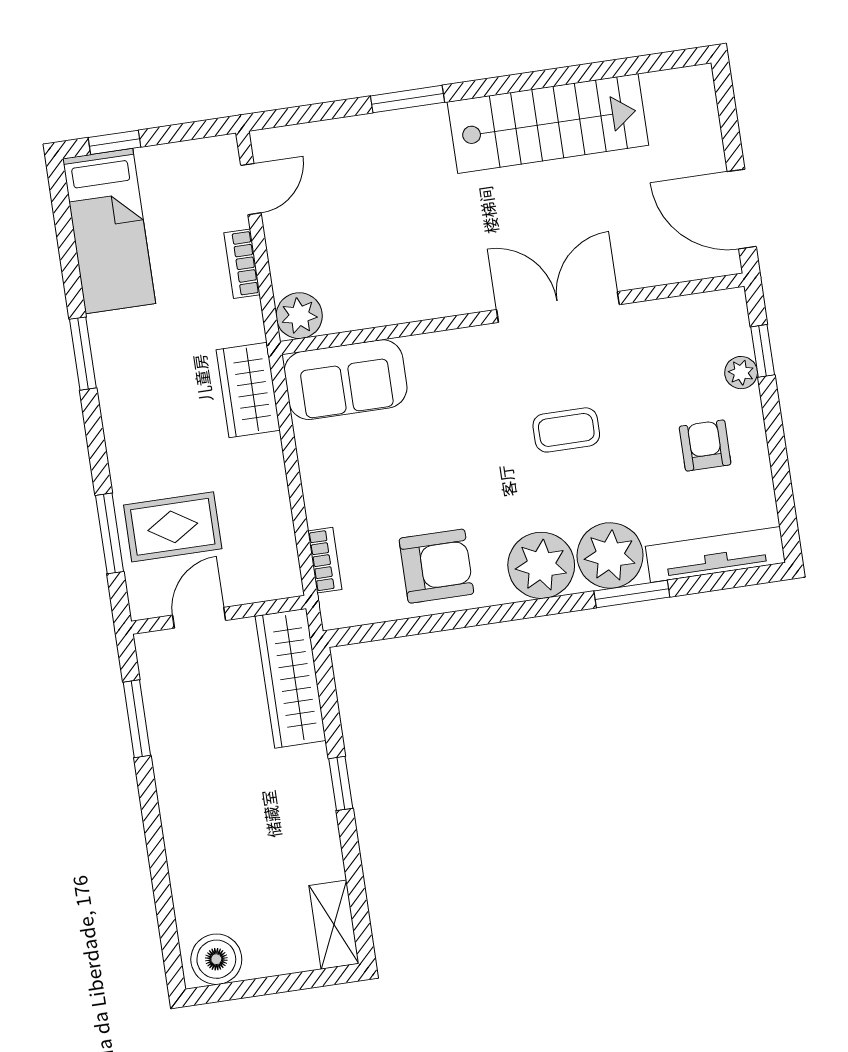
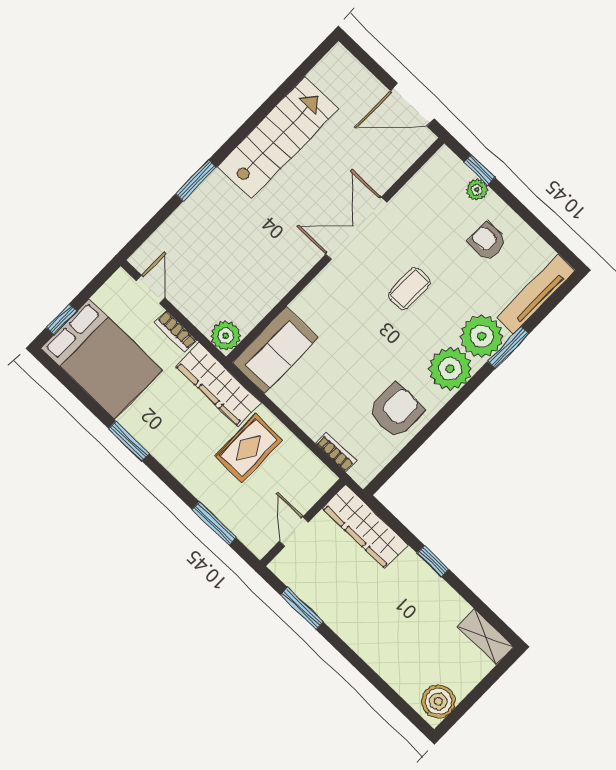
bed: (109, 231) -> (102, 359), width x1.50
wardrobe: (248, 390) -> (218, 384), width x1.50
rug: (173, 527) -> (248, 448), moved

